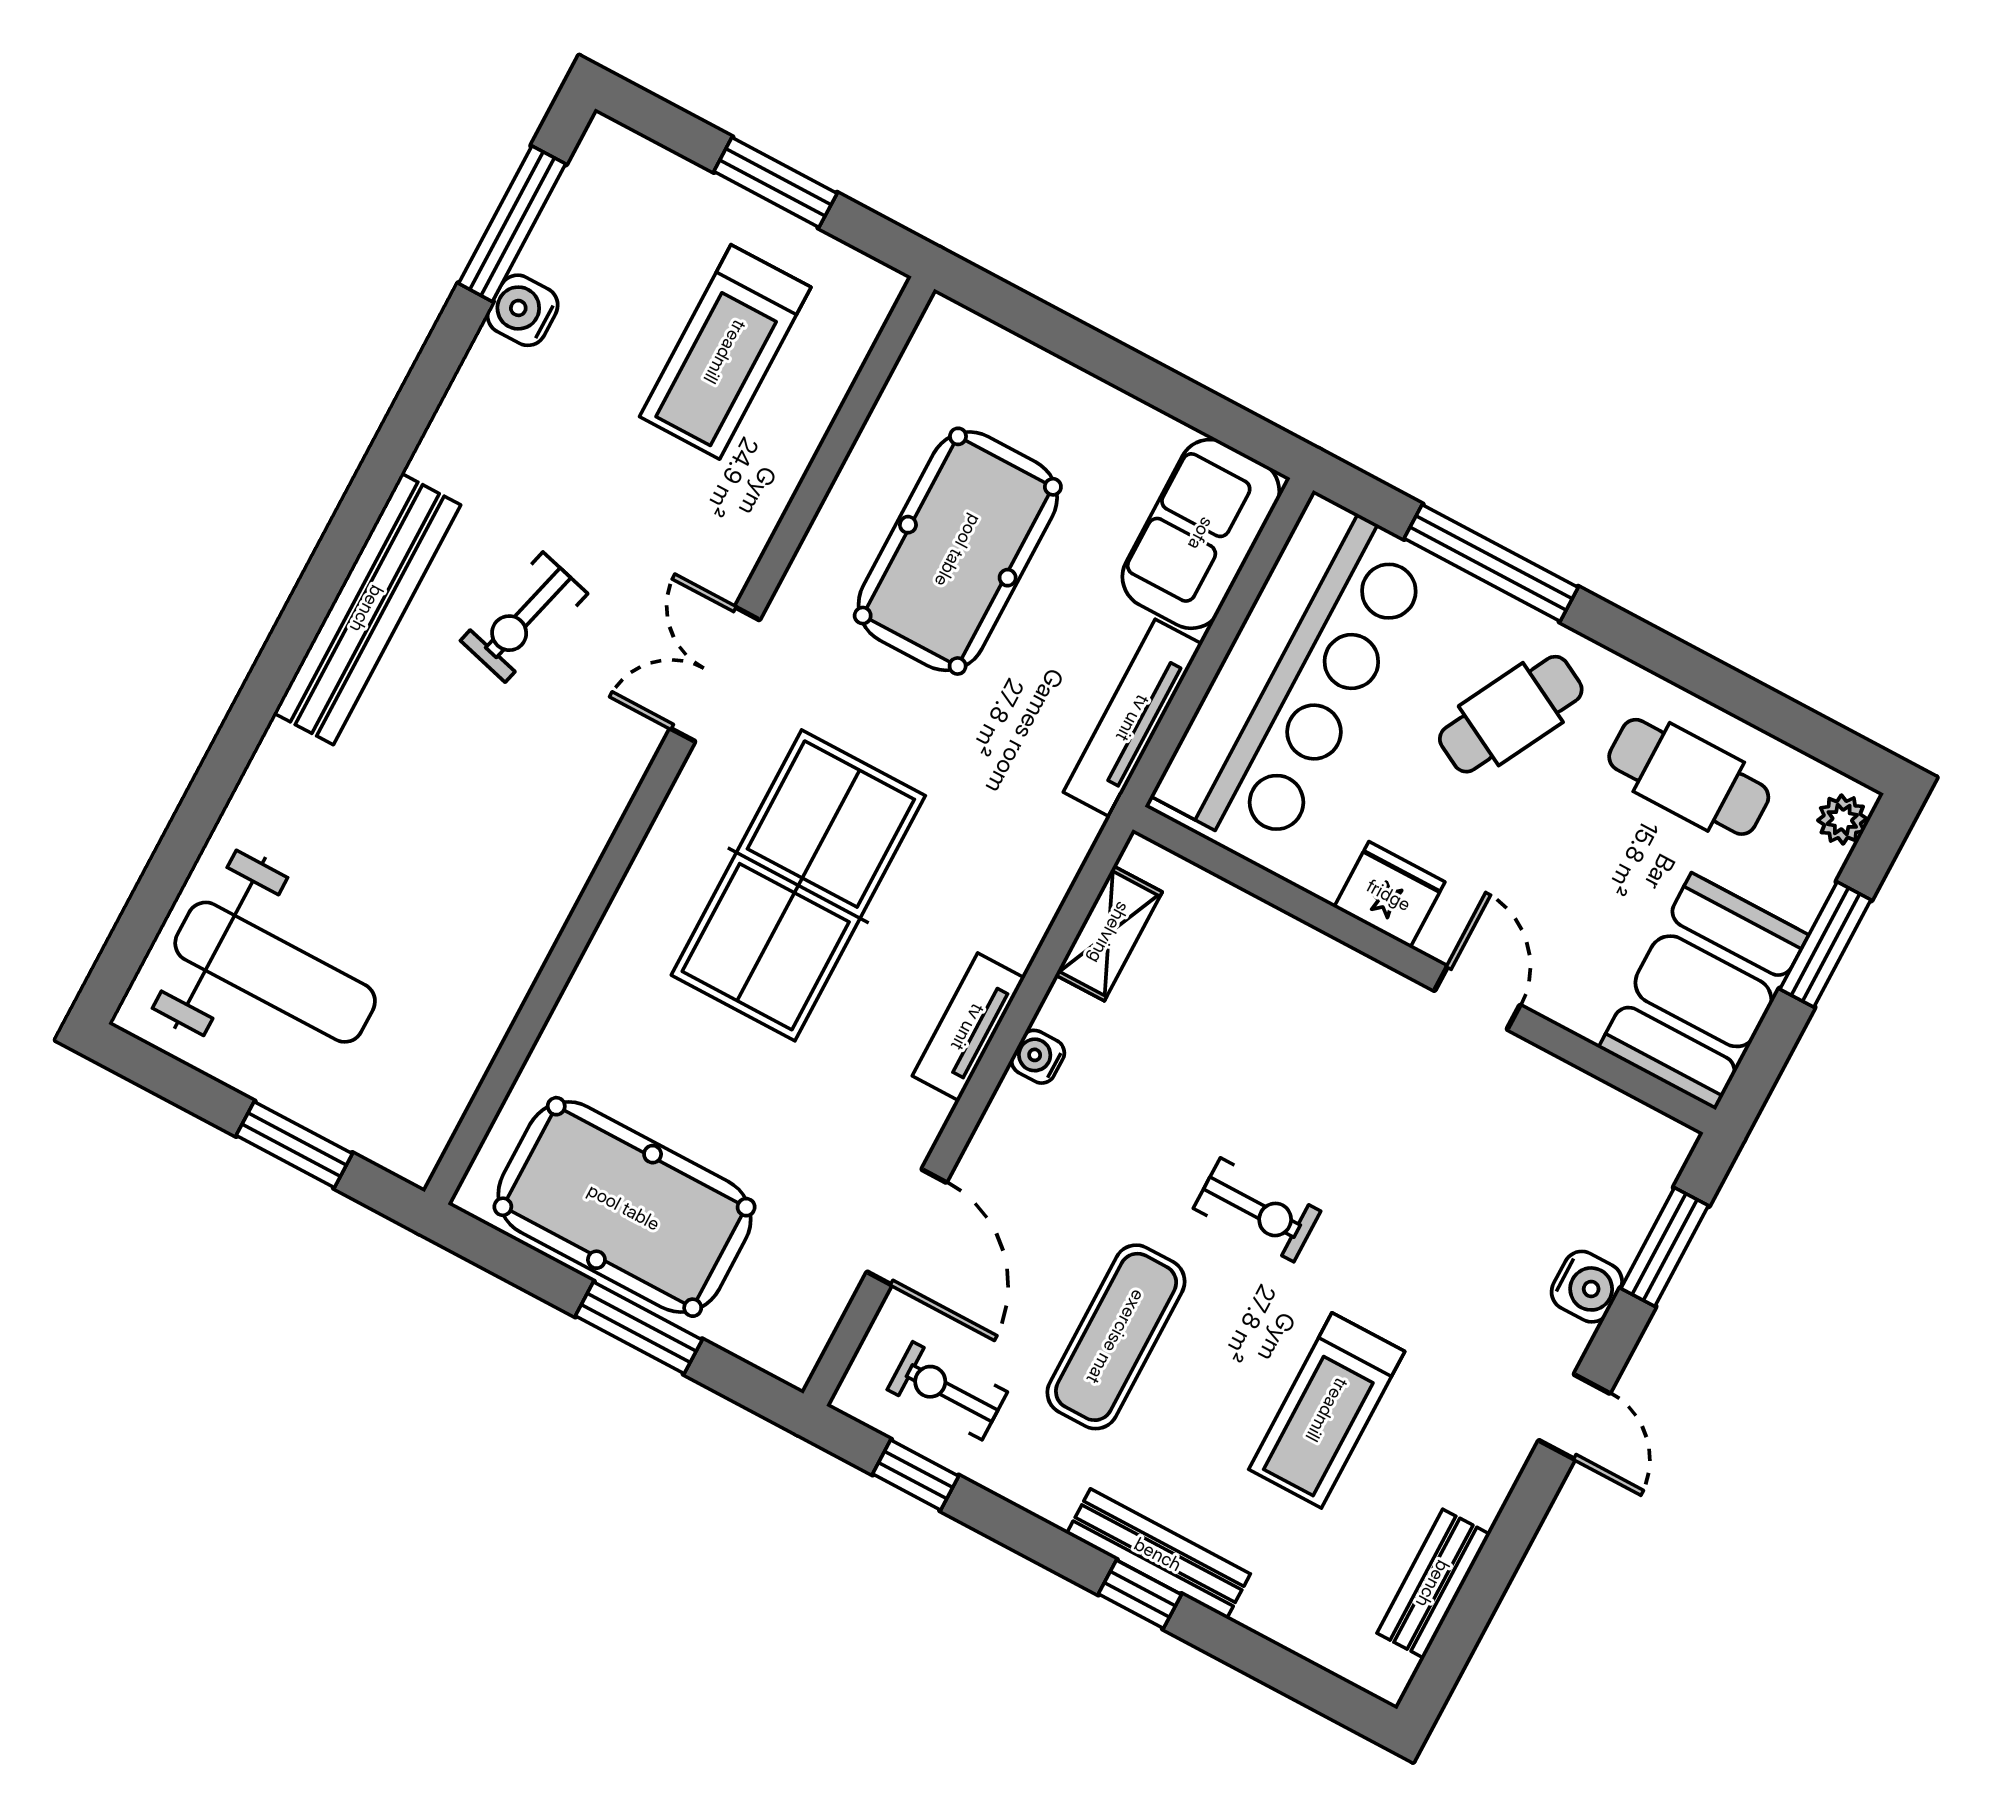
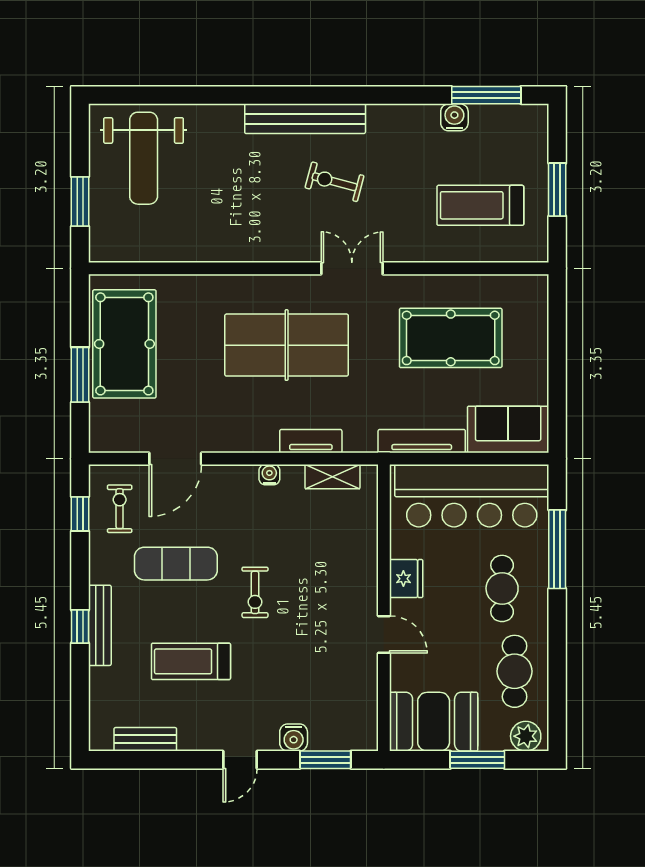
cafe table: (1511, 714) -> (502, 588), turned 62
plant: (1842, 819) -> (526, 736), width x1.38, depth x1.38
door: (1477, 998) -> (384, 634), hinge flipped
tv unit: (968, 1027) -> (311, 441), moved

